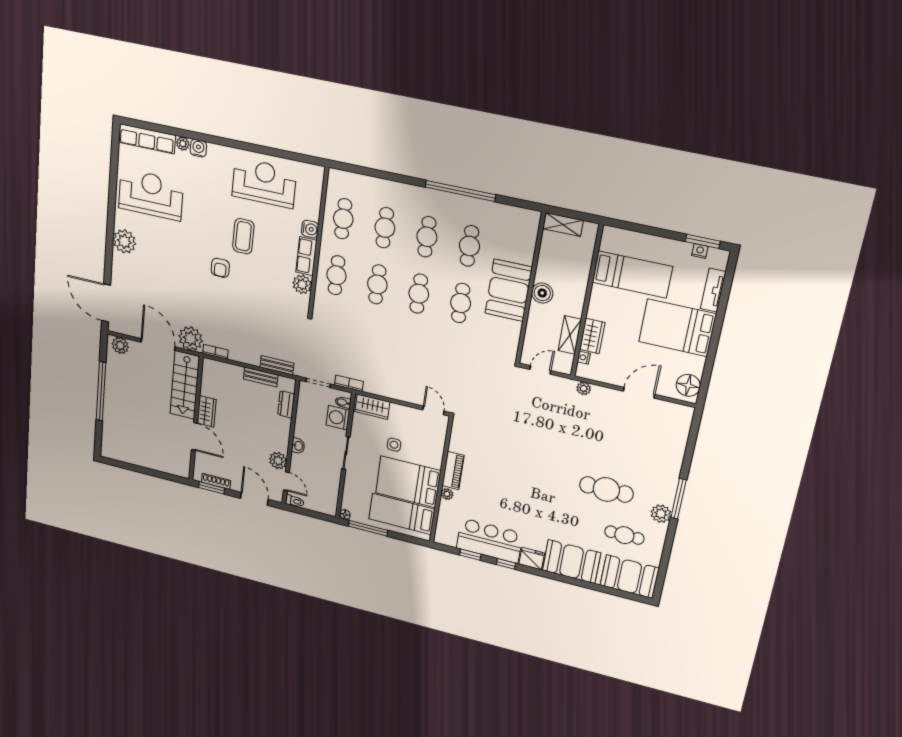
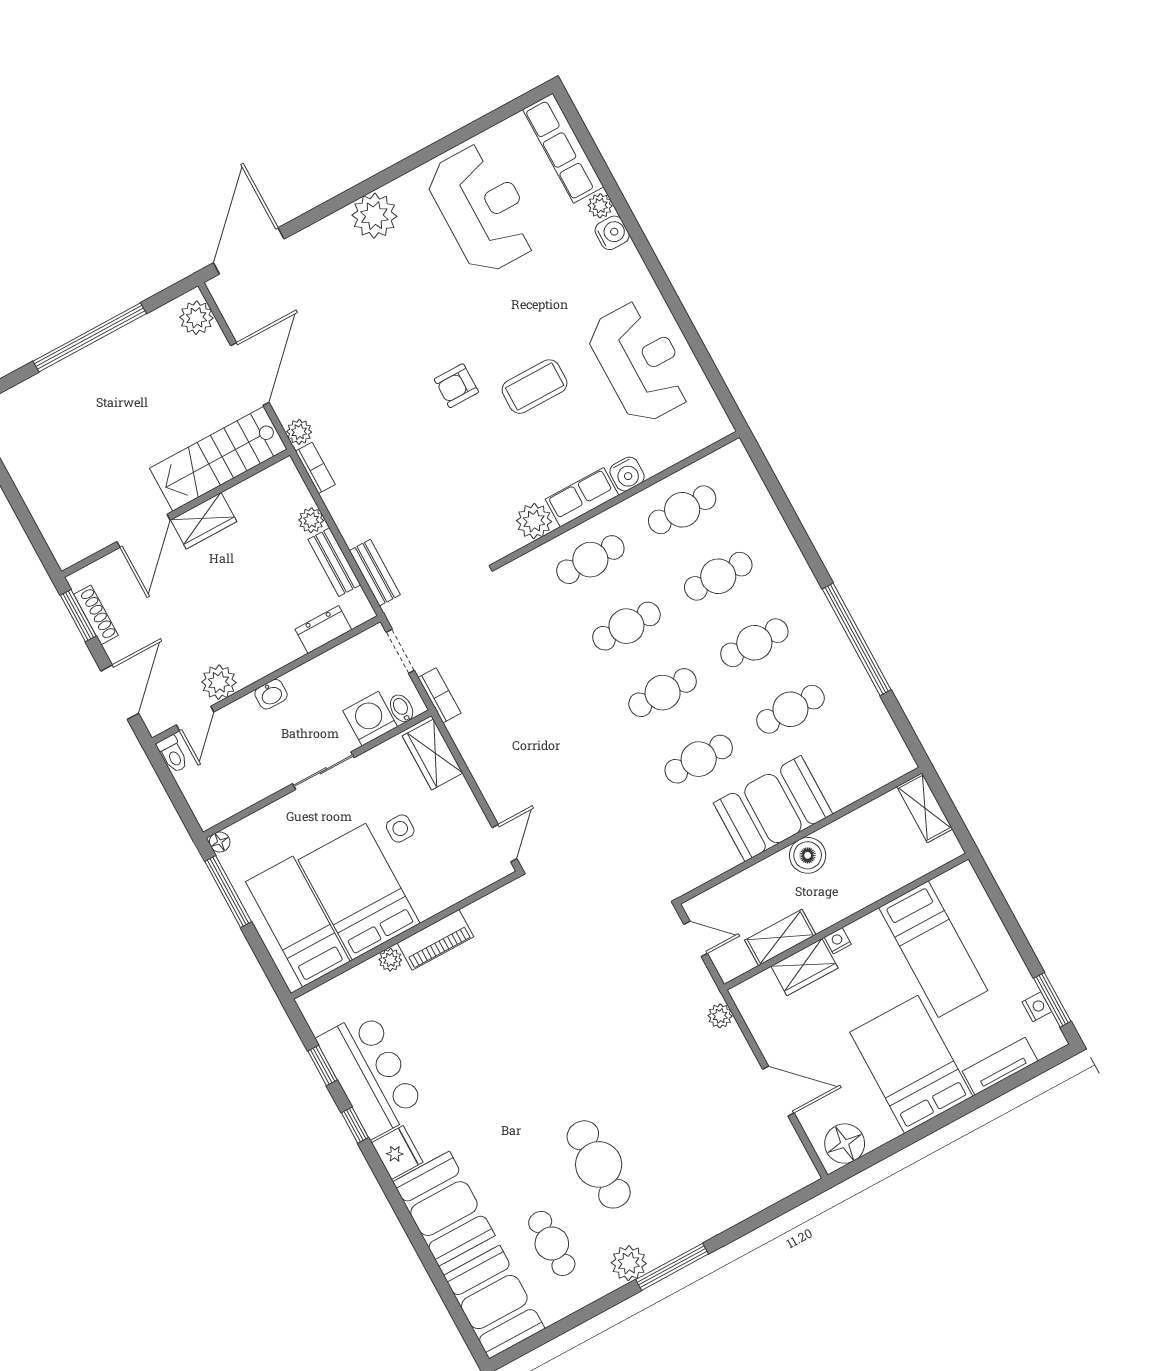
plant: (191, 339) -> (299, 432), width x0.53, depth x0.53
nightstand: (584, 358) -> (838, 941), moved
plant: (236, 371) -> (311, 520), added

